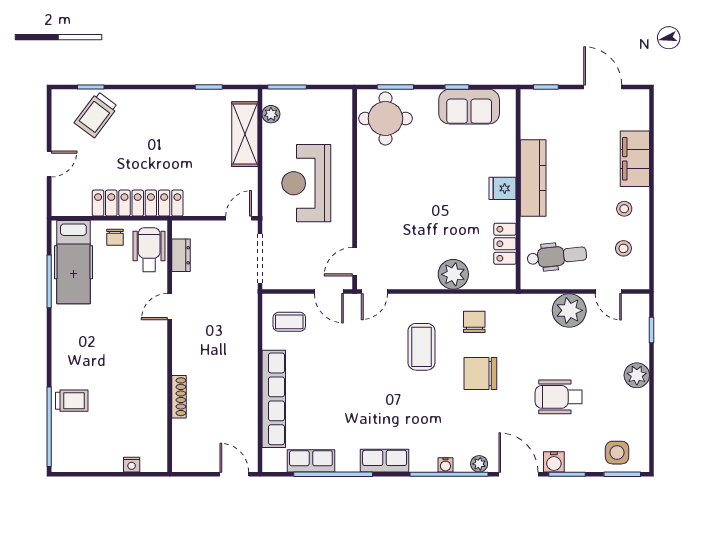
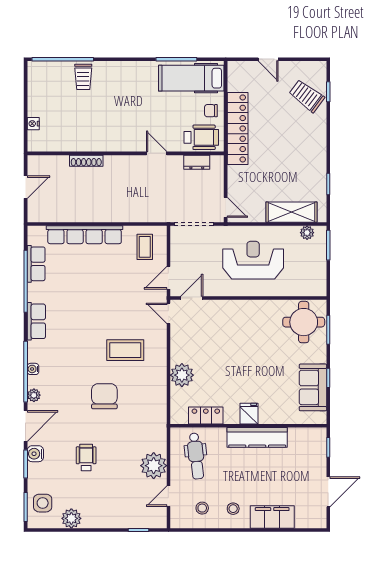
door: (355, 262) -> (192, 298), hinge flipped
chair: (474, 322) -> (145, 392), removed
plant: (637, 375) -> (71, 518), moved
wheelchair: (559, 397) -> (86, 457), width x0.73, depth x0.73
door: (234, 474) -> (26, 187), moved

